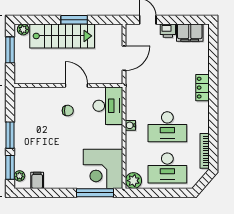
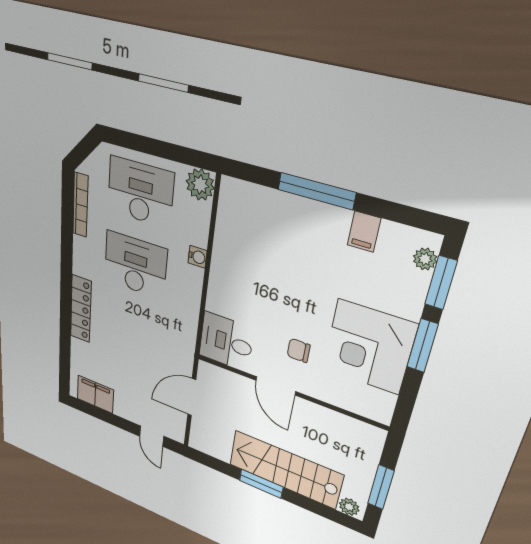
printer: (168, 31) -> (125, 409), removed
locker: (202, 88) -> (81, 309), width x1.53
desk: (108, 106) -> (226, 342), width x0.73
water cooler: (130, 125) -> (197, 257), moved
corner desk: (103, 169) -> (369, 347), moved, turned 180
filing cabinet: (37, 180) -> (364, 232), moved
window: (95, 193) -> (316, 191), moved

